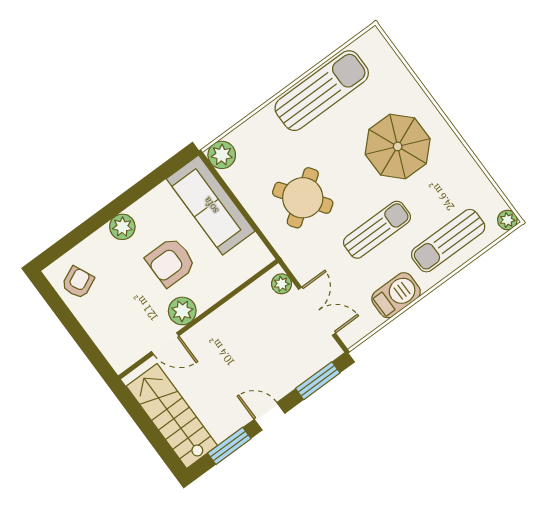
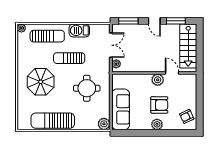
round table: (303, 198) -> (87, 88), turned 35
armchair: (171, 262) -> (159, 105), moved
double door: (317, 311) -> (111, 45), swing flipped

